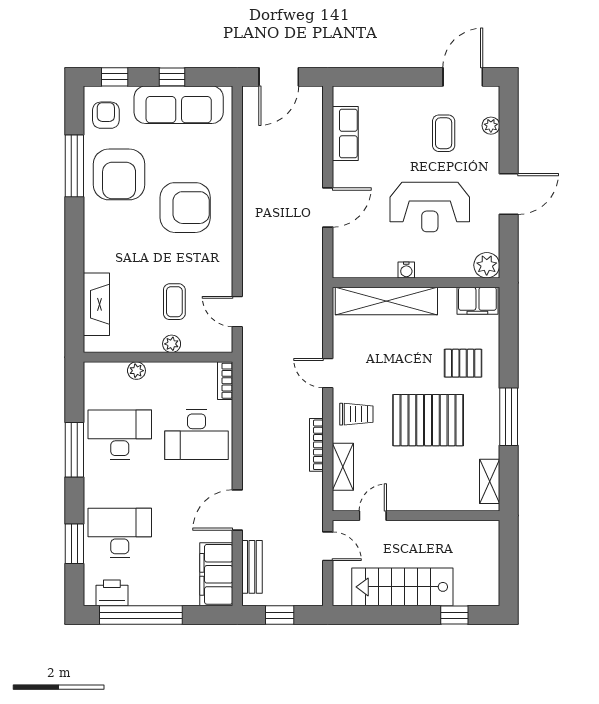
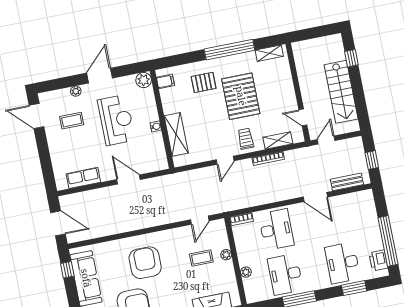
window: (172, 77) -> (67, 270), moved
plant: (491, 126) -> (76, 91), moved
door: (509, 194) -> (100, 76), hinge flipped
shelving: (386, 301) -> (176, 134), width x0.68
filing cabinet: (477, 301) -> (165, 81), width x0.50
pallet: (463, 363) -> (204, 82), turned 90
window: (509, 417) -> (229, 50), width x1.46
filing cabinet: (216, 574) -> (355, 202), removed

